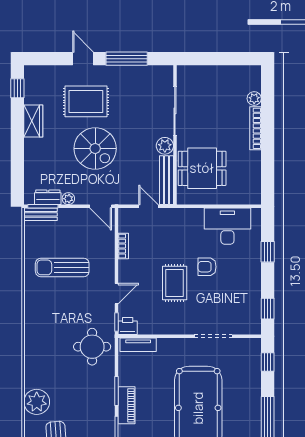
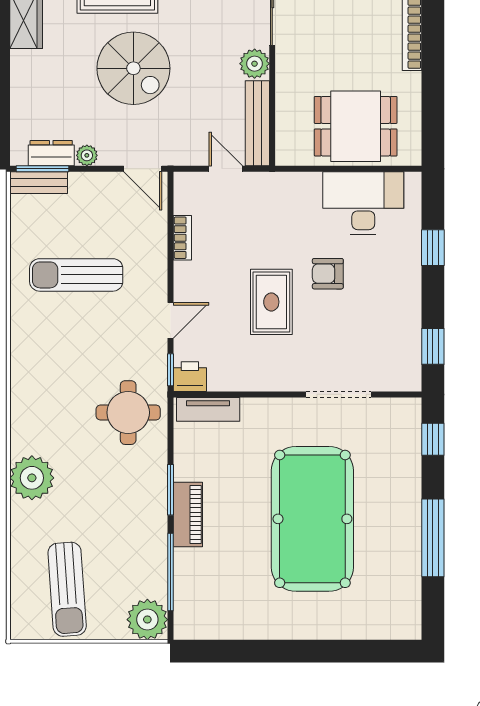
dining table: (202, 168) -> (356, 126), moved
plant: (37, 402) -> (32, 478), moved

